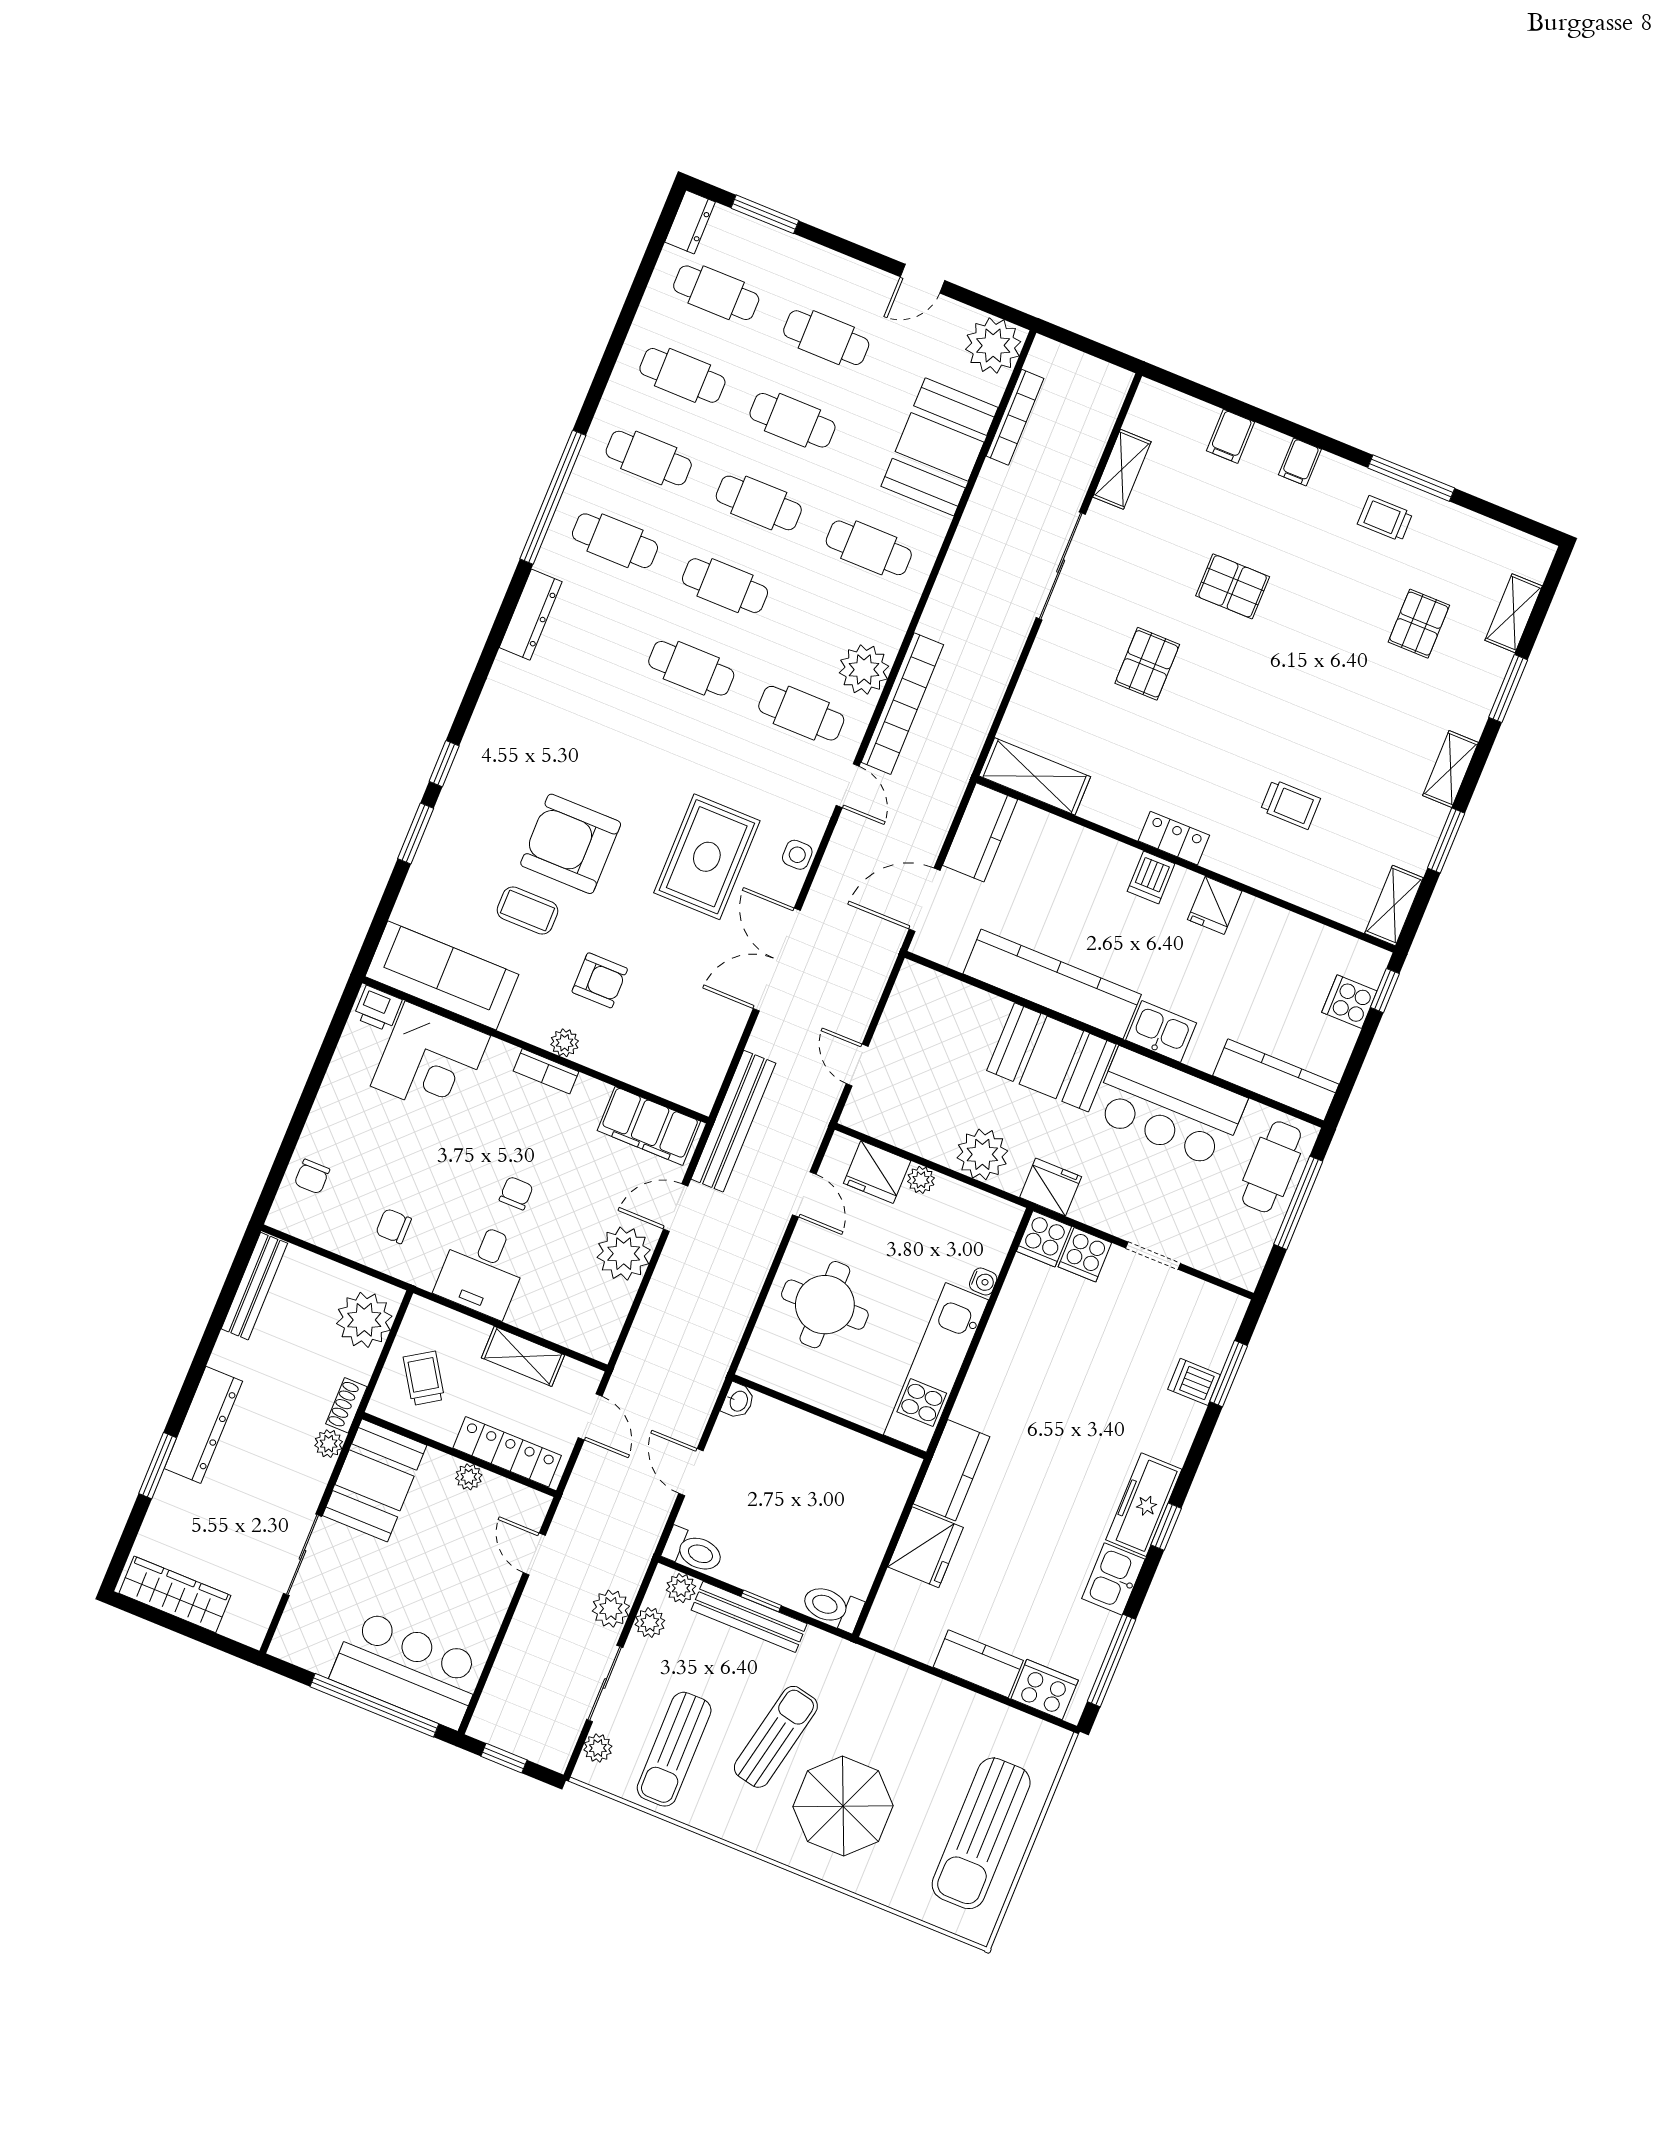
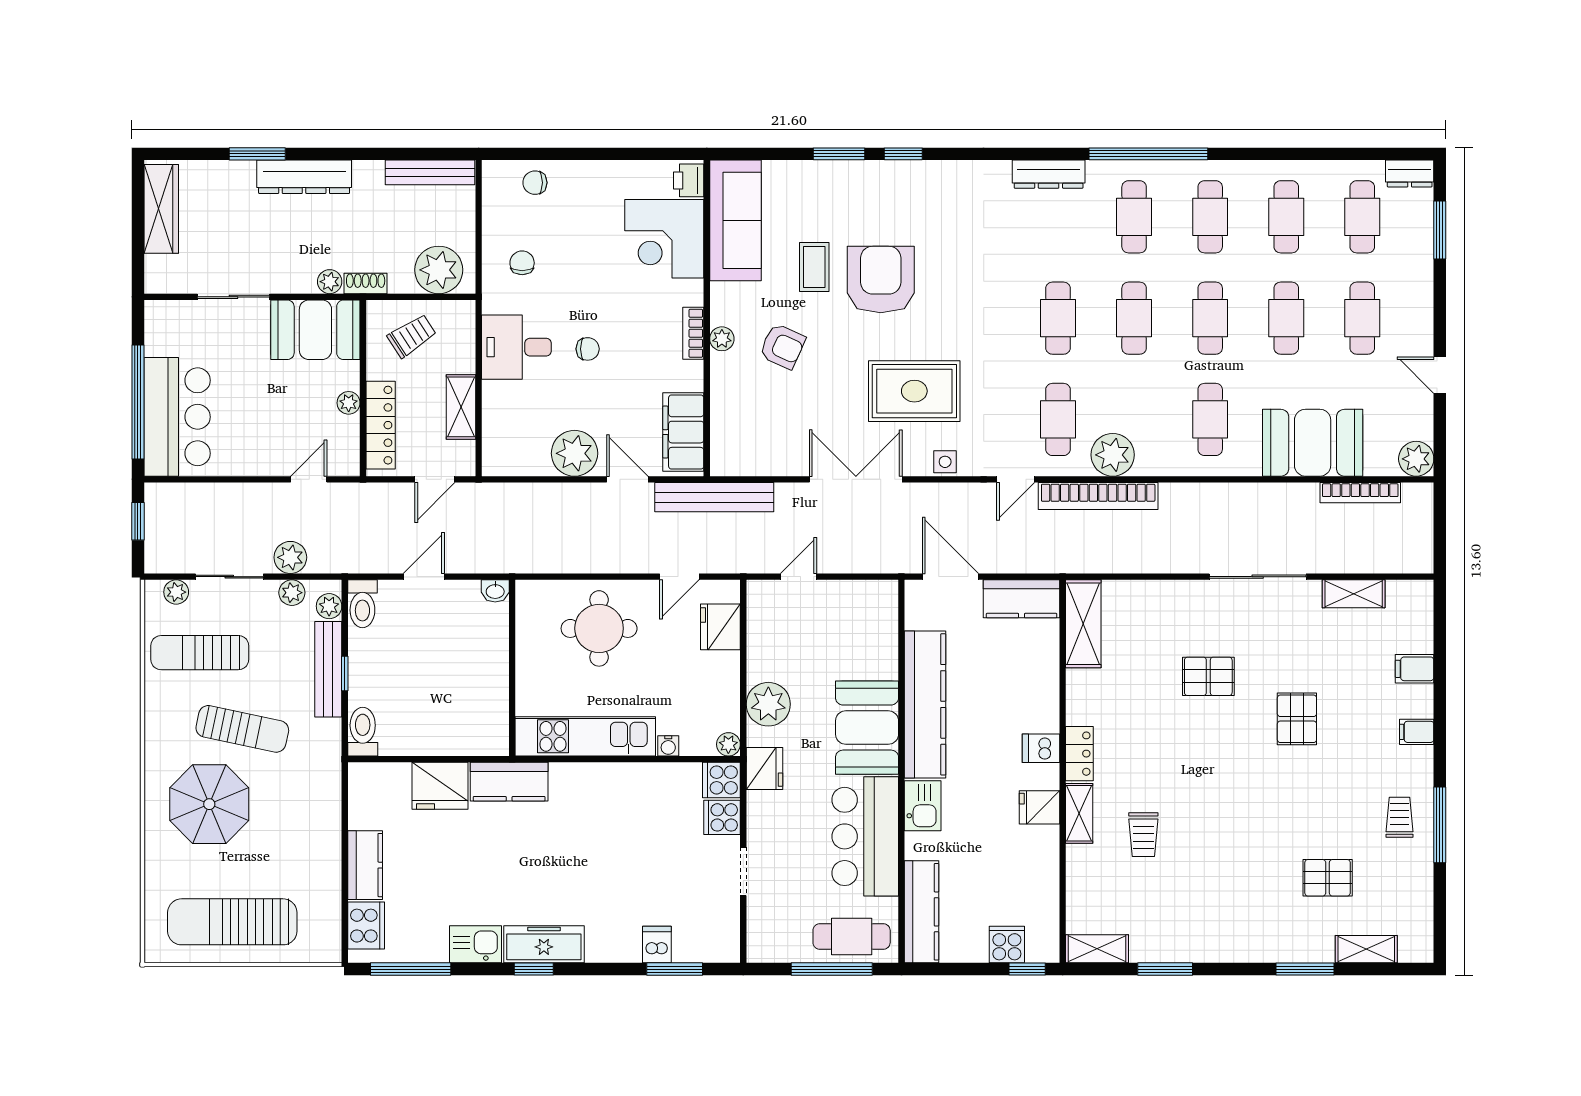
plant: (993, 346) -> (1416, 459), width x0.73, depth x0.73
shelving: (1450, 769) -> (1079, 813), moved, turned 90
armchair: (600, 980) -> (782, 346), turned -66
plant: (921, 1180) -> (728, 744), moved

